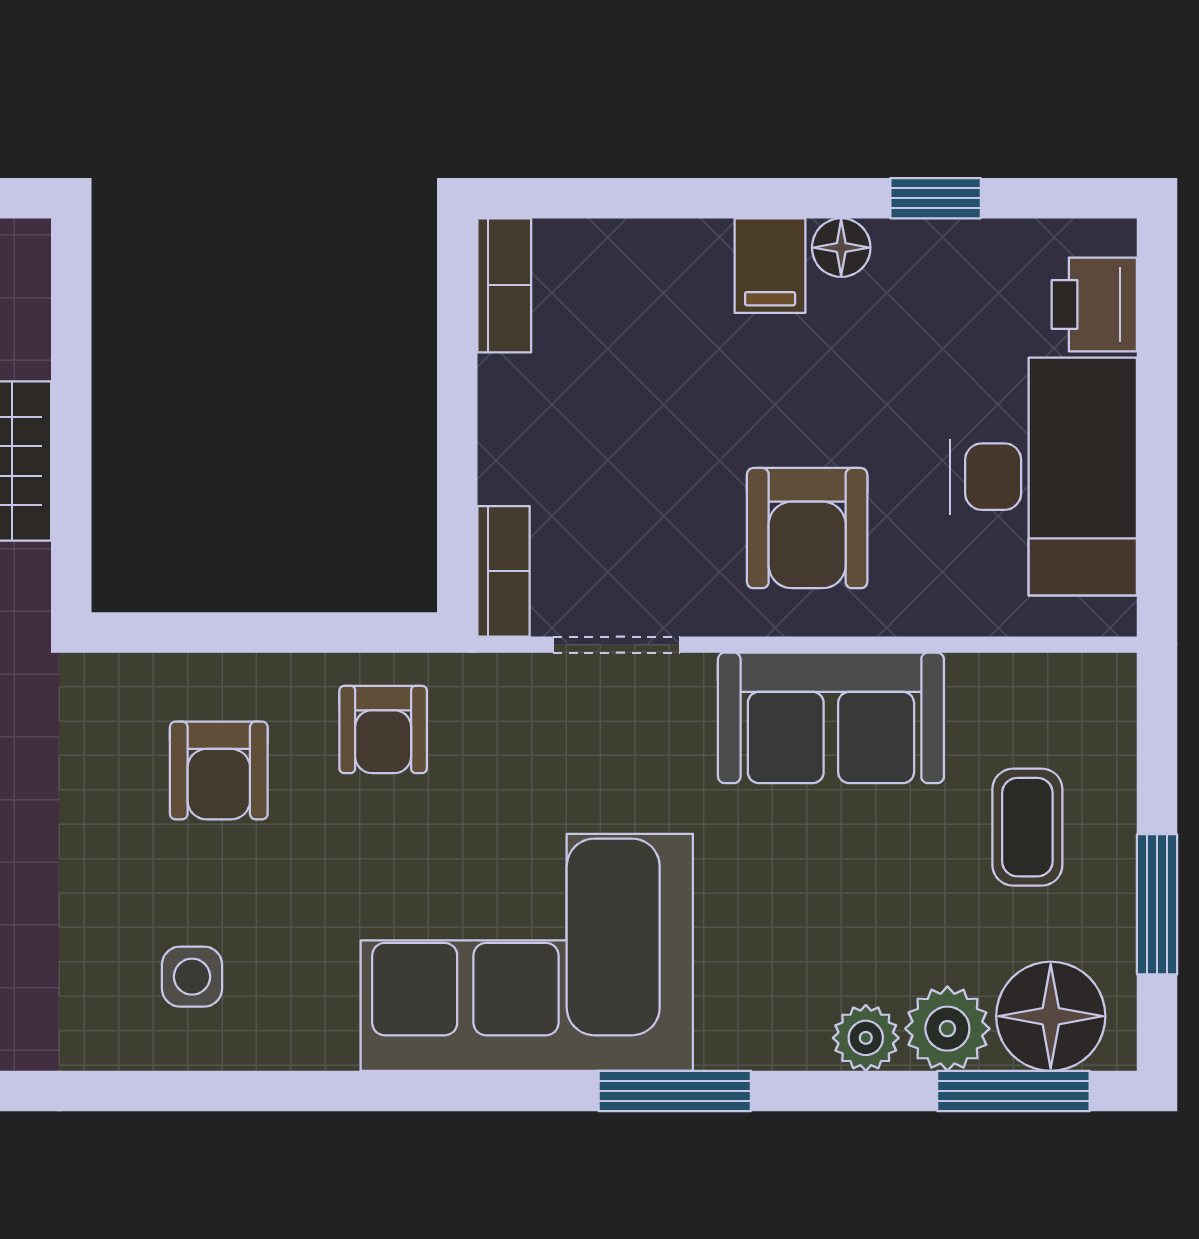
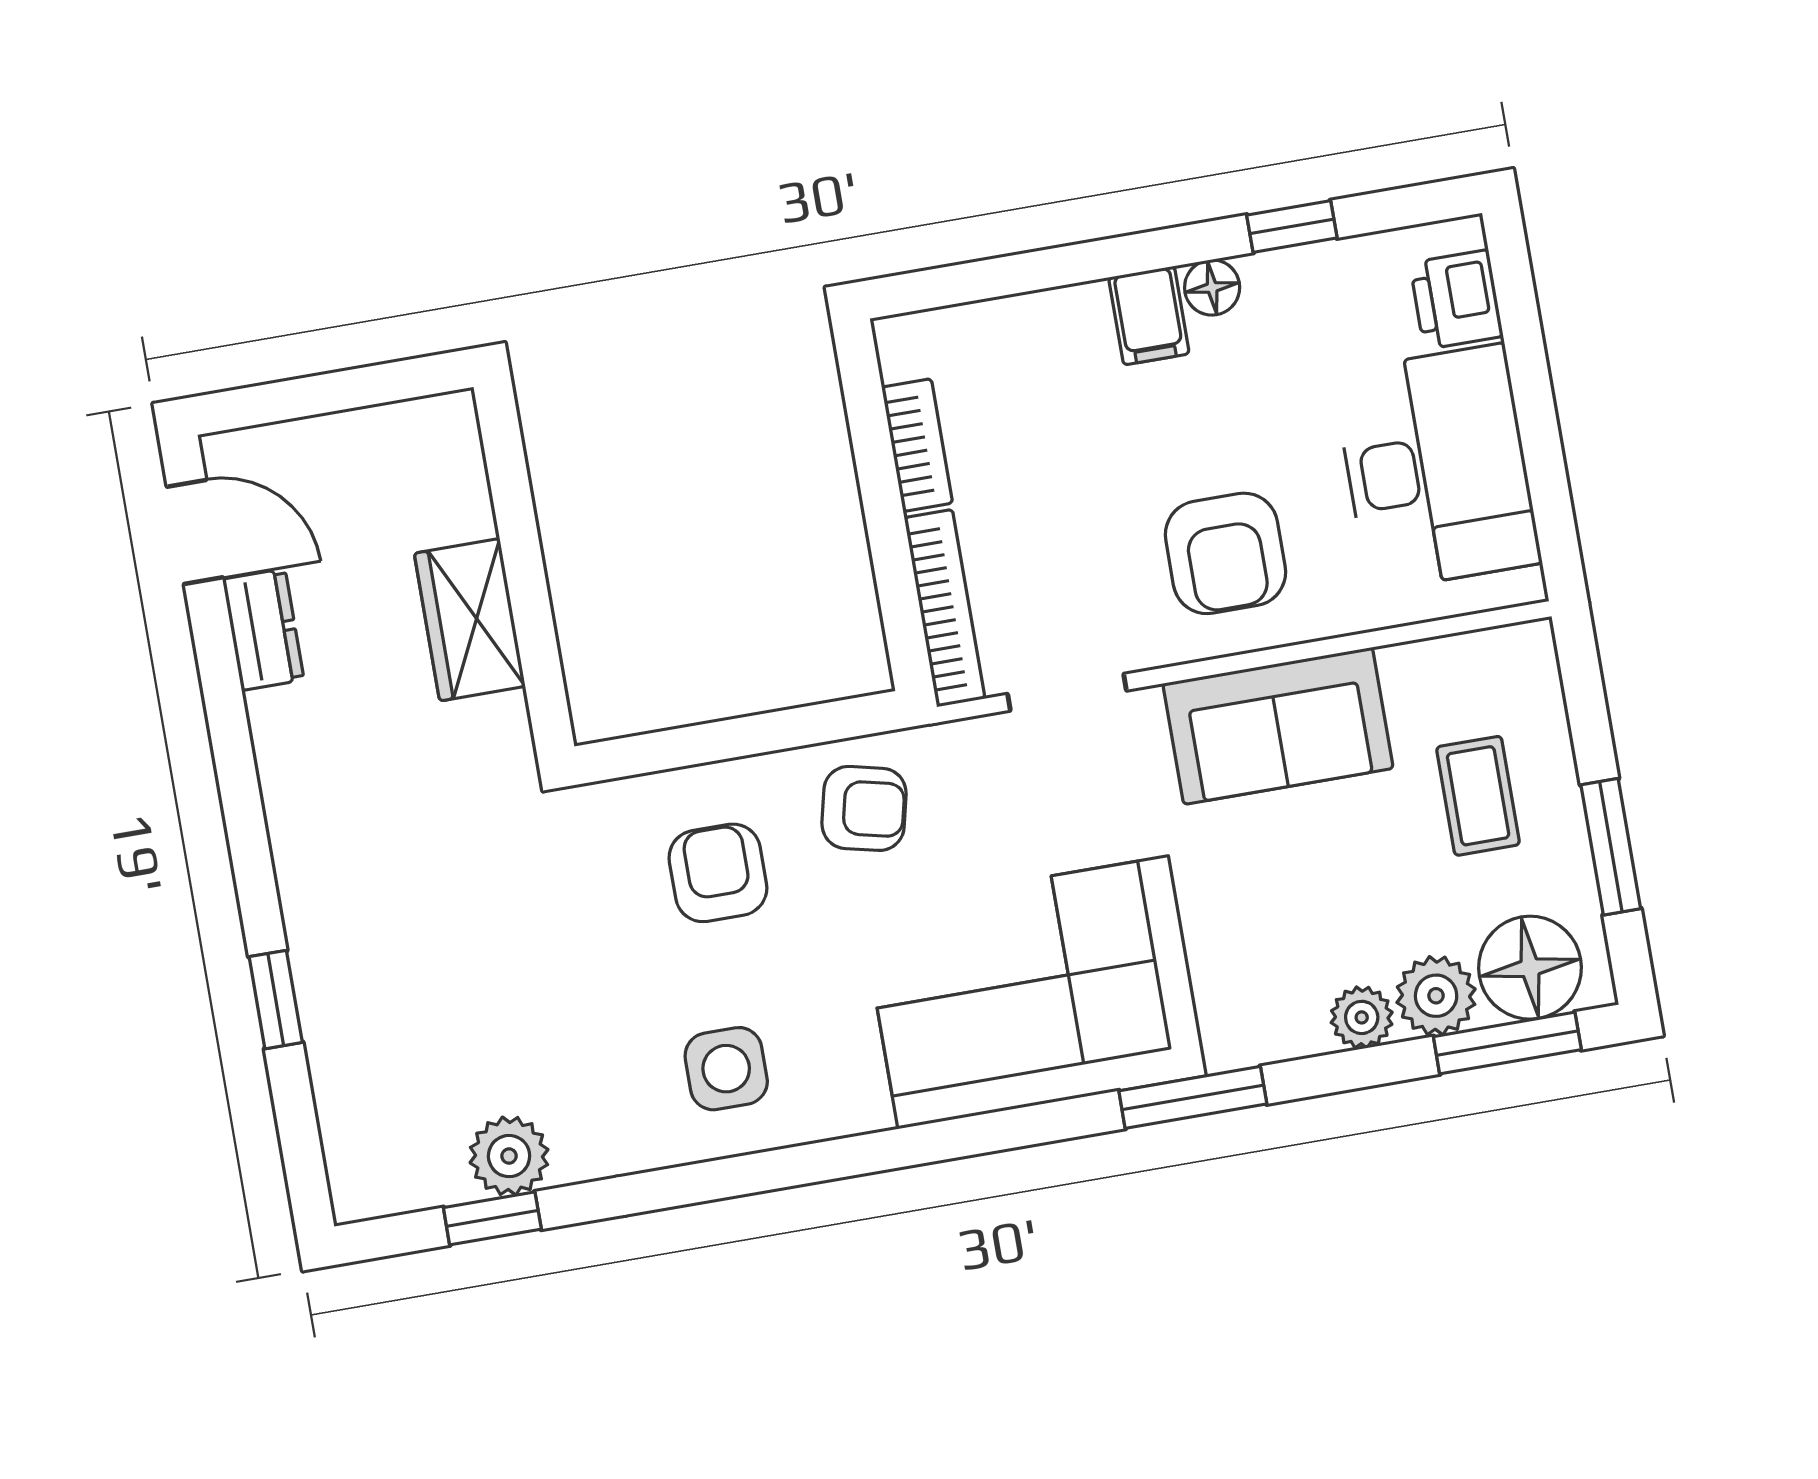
bookcase: (504, 285) -> (917, 445), moved
bookcase: (504, 571) -> (945, 608), width x1.56
armchair: (383, 729) -> (864, 808), turned -77
armchair: (219, 770) -> (718, 873), turned 180
side table: (192, 977) -> (726, 1069), width x1.37, depth x1.37

